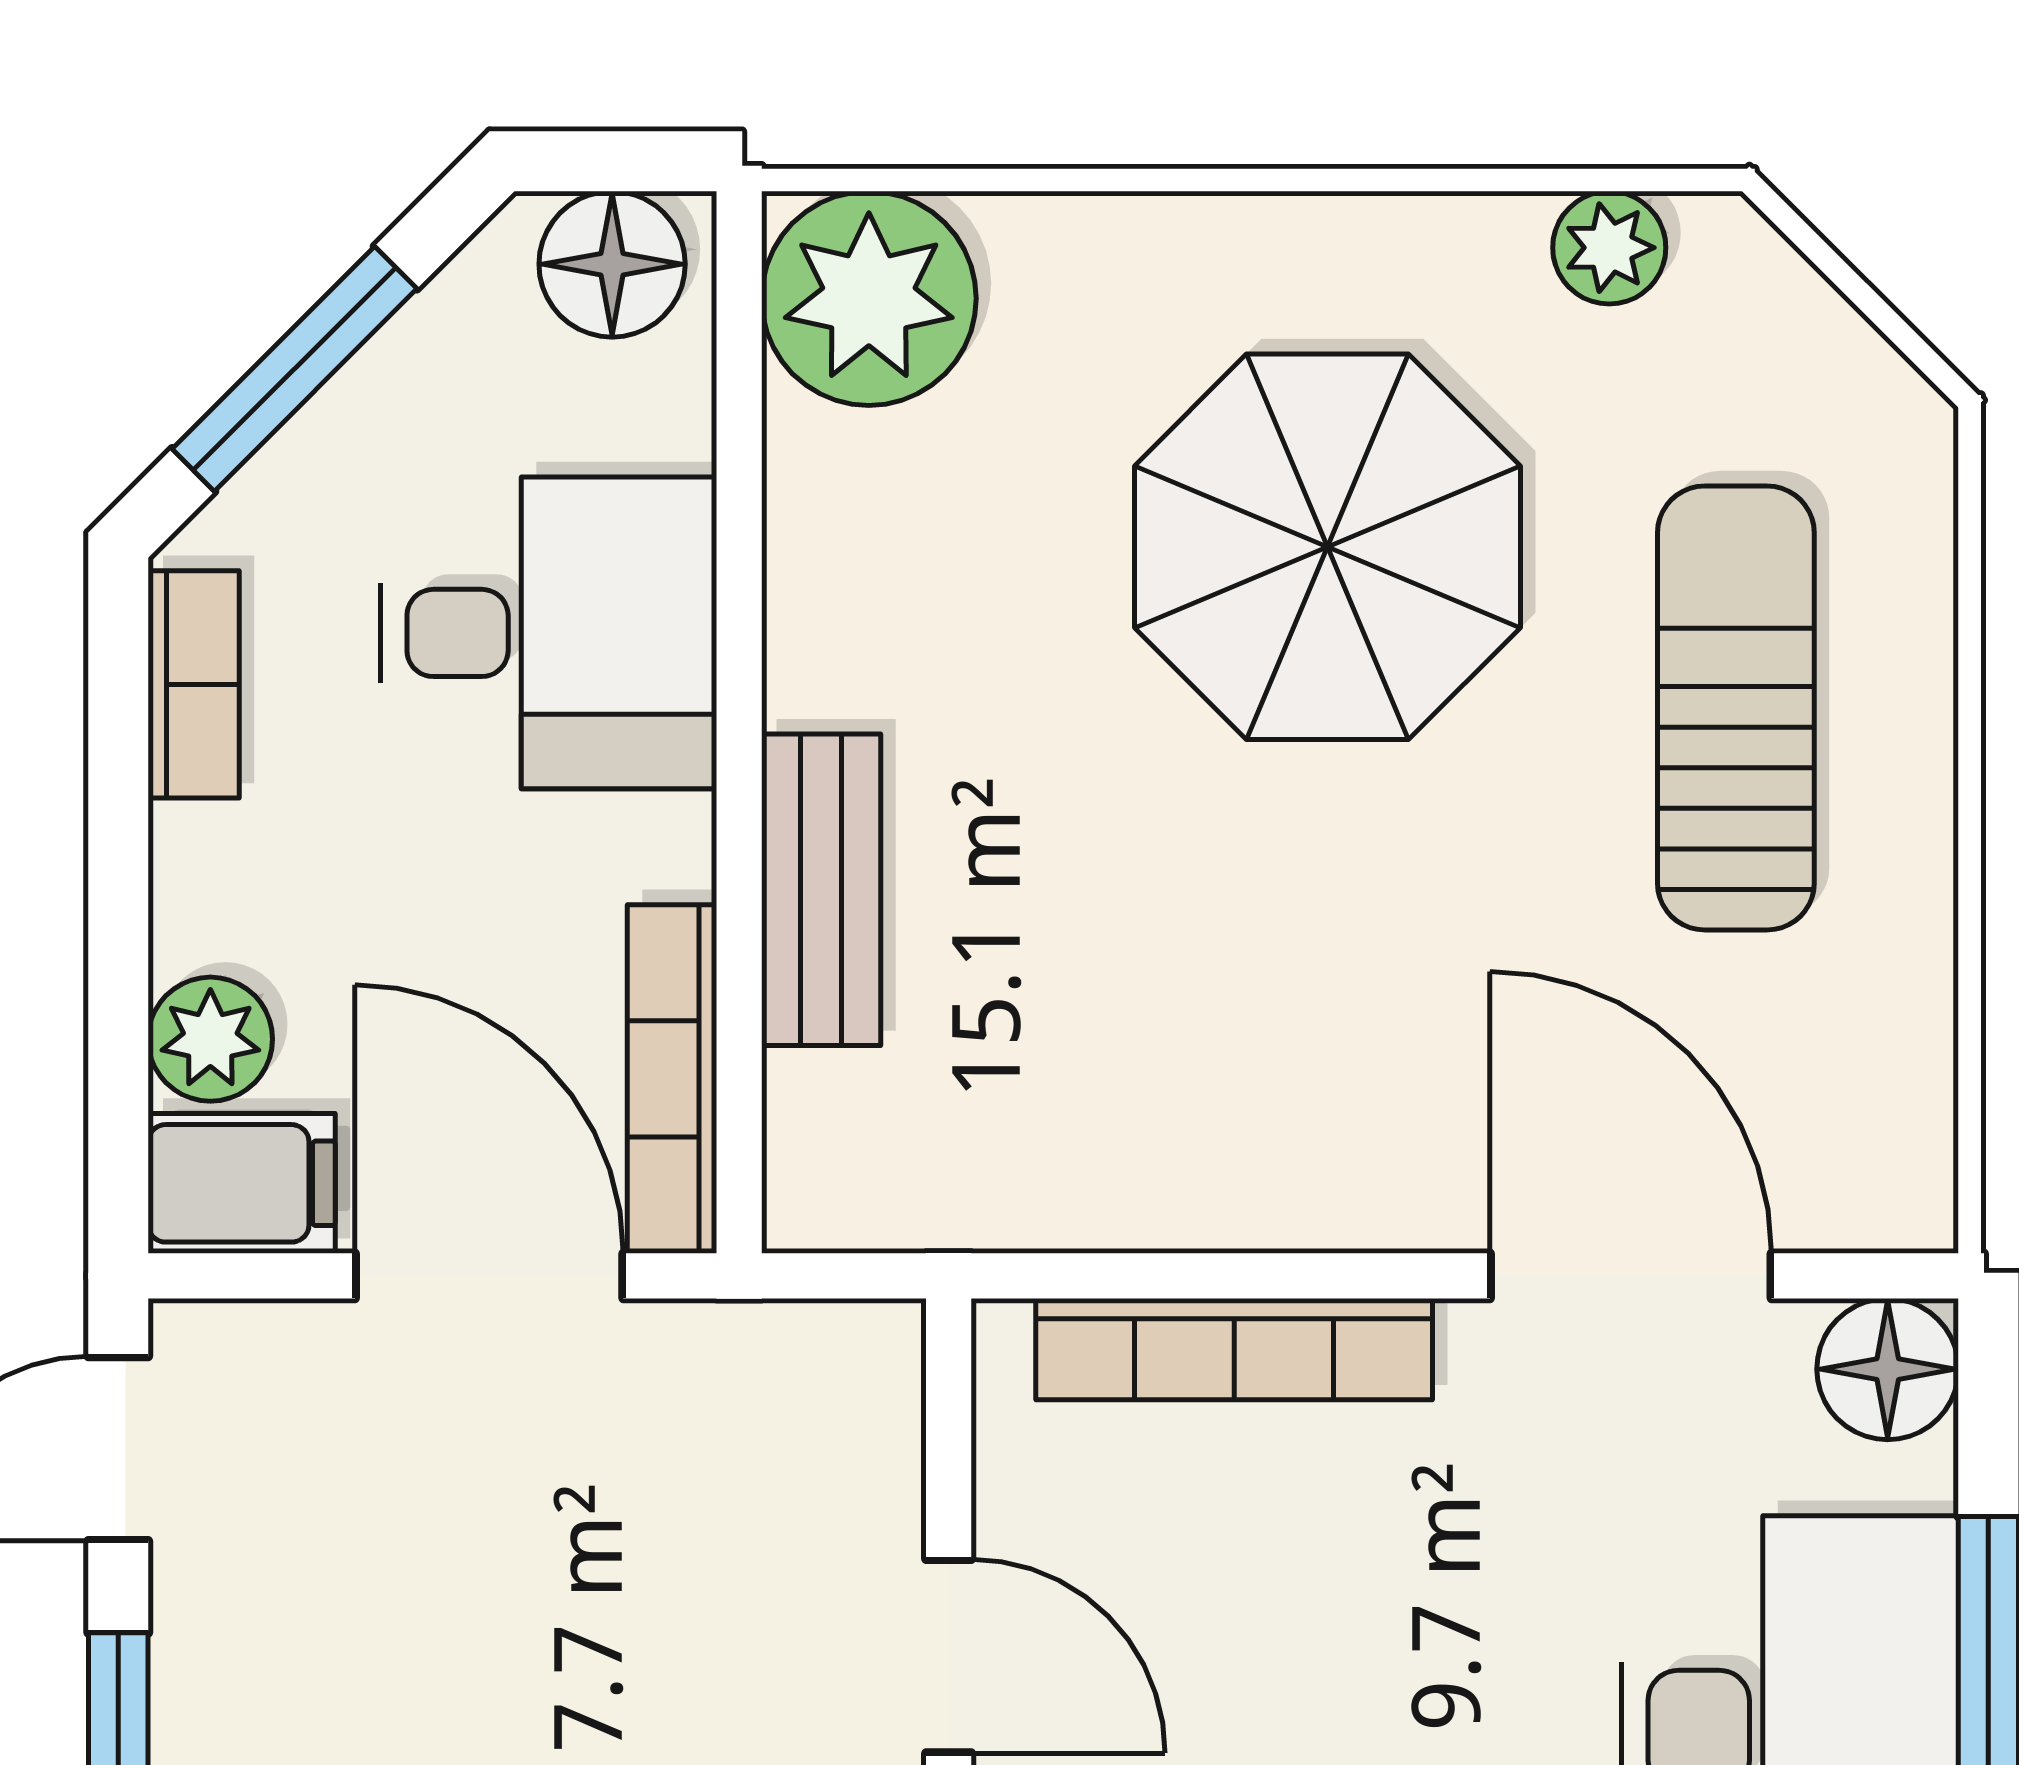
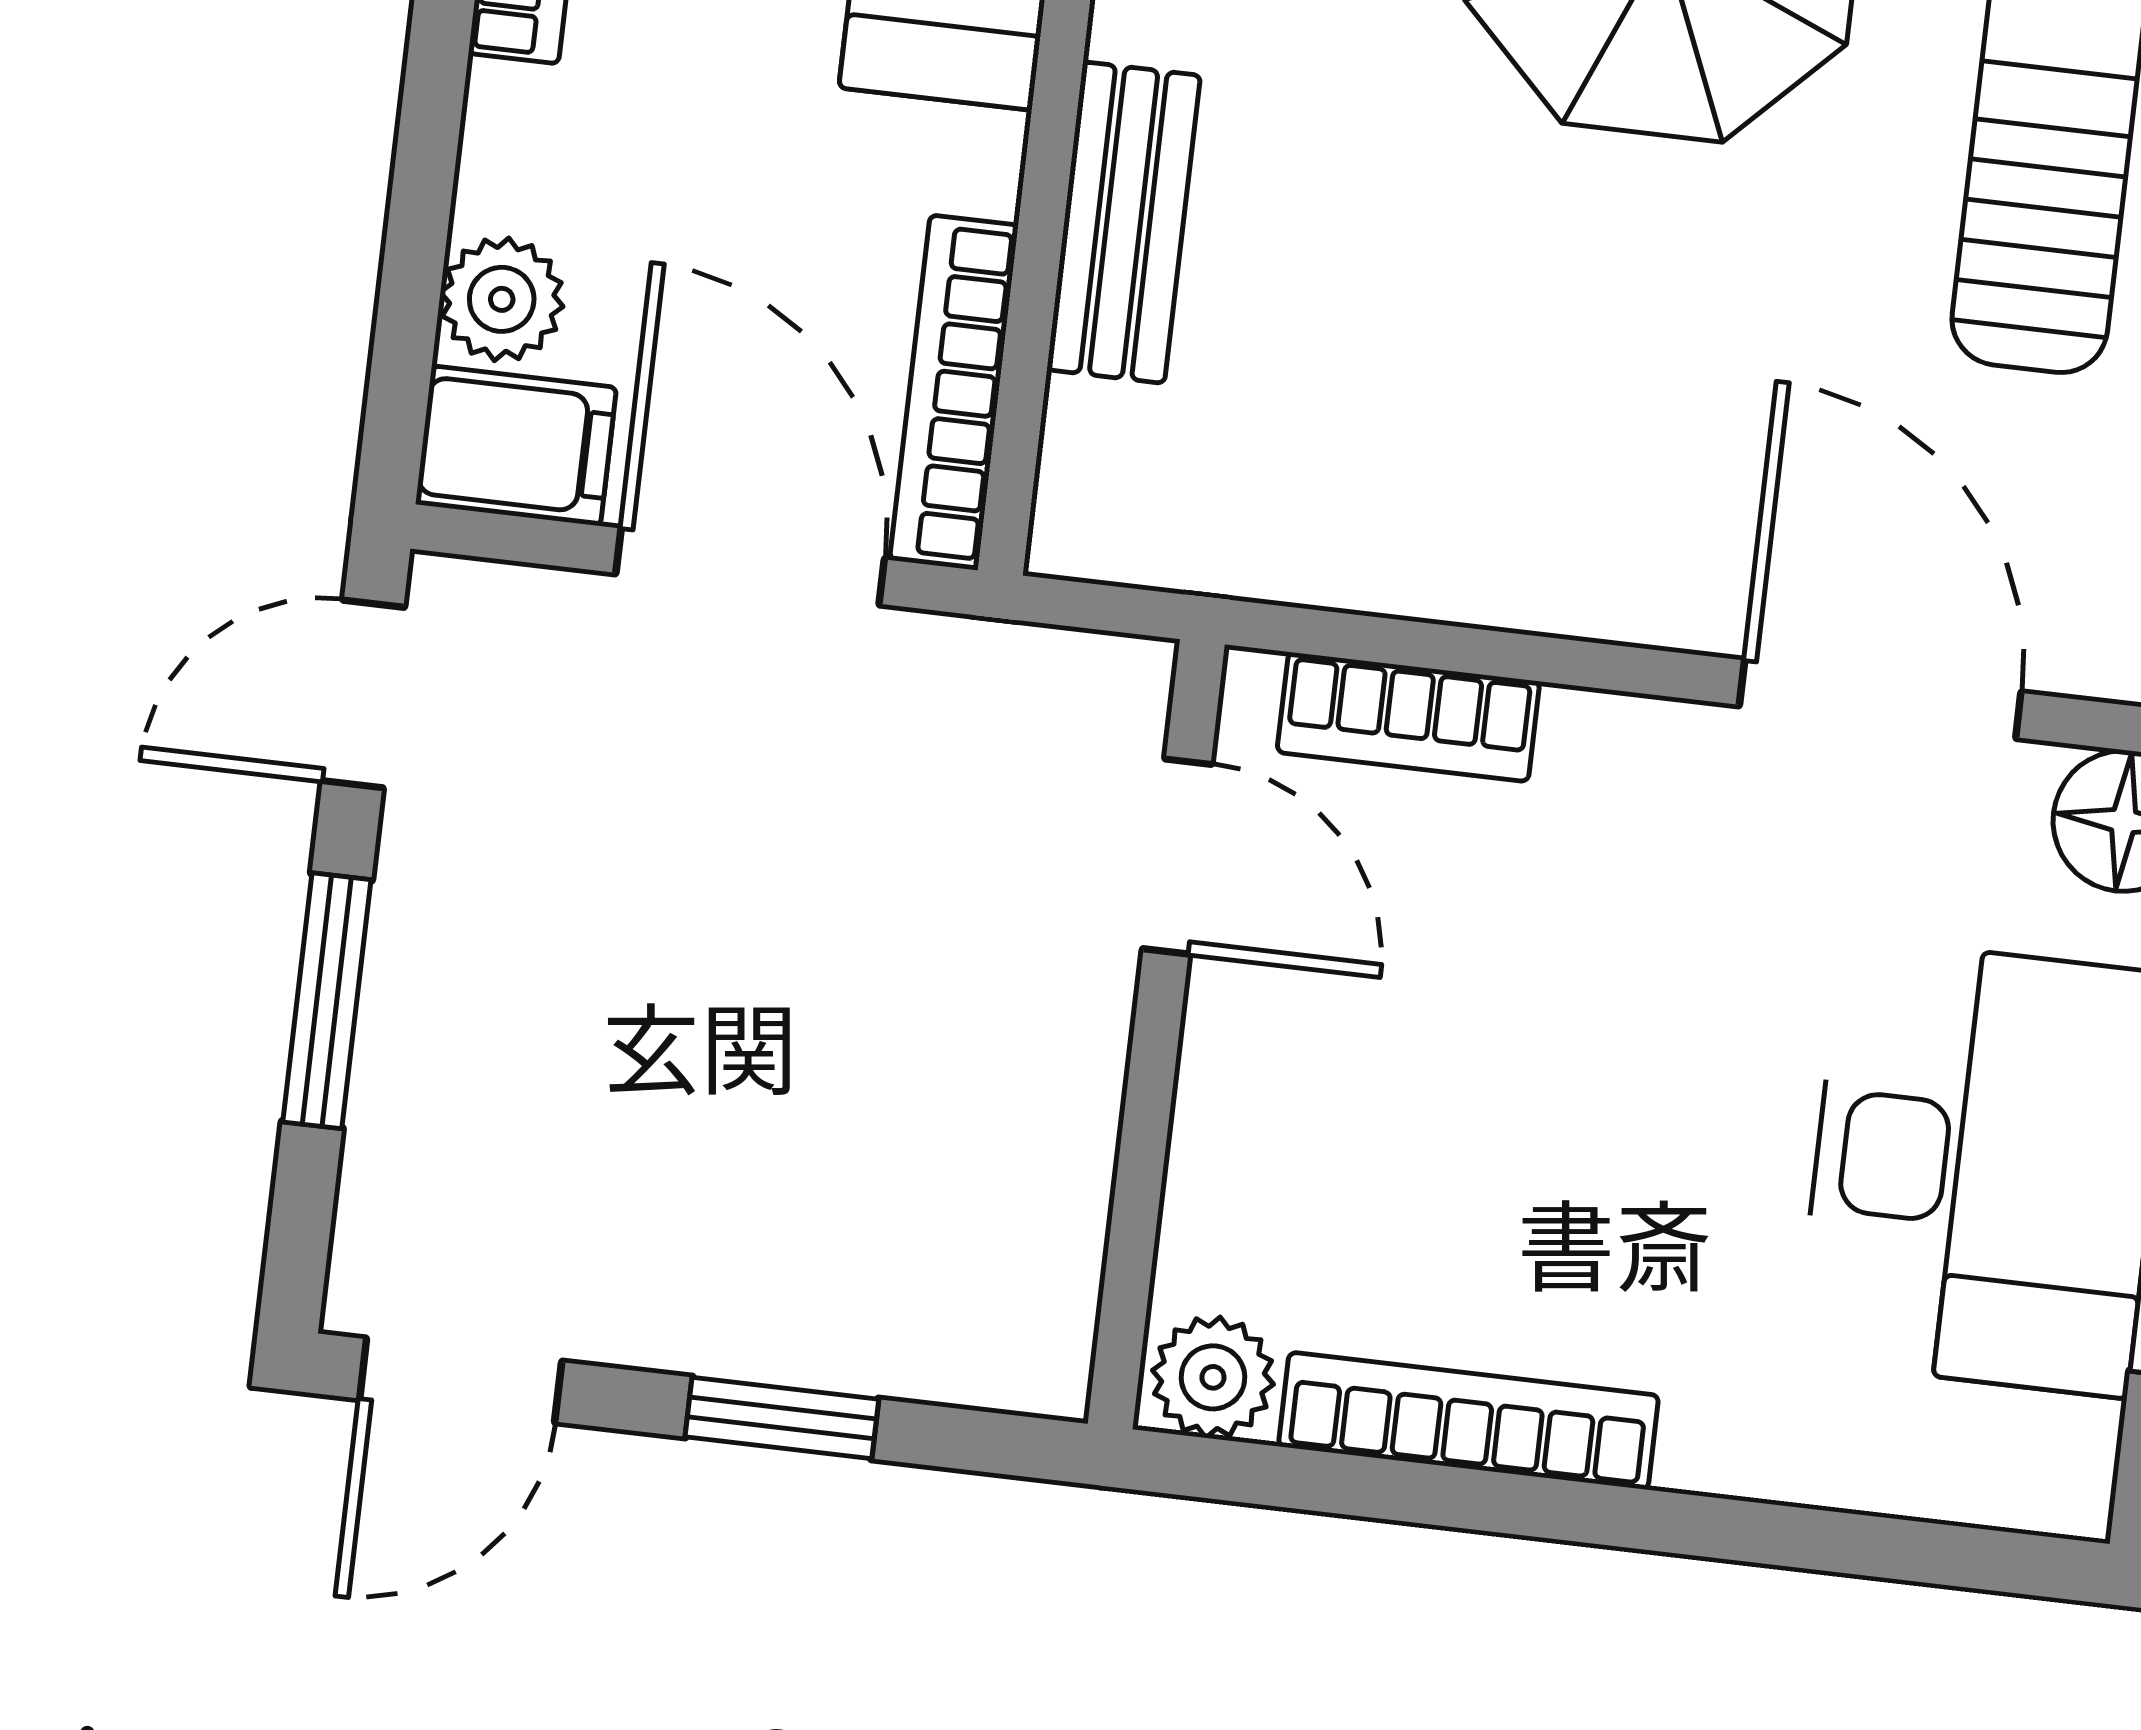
bookcase: (1234, 1349) -> (1408, 717), width x0.64
door: (949, 1656) -> (1177, 856), moved

